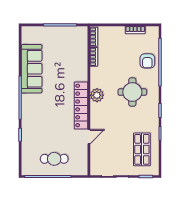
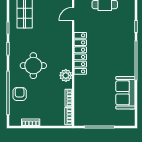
sofa: (32, 69) -> (125, 93), width x0.73
plant: (97, 95) -> (66, 75), moved
door: (89, 137) -> (73, 14), moved

